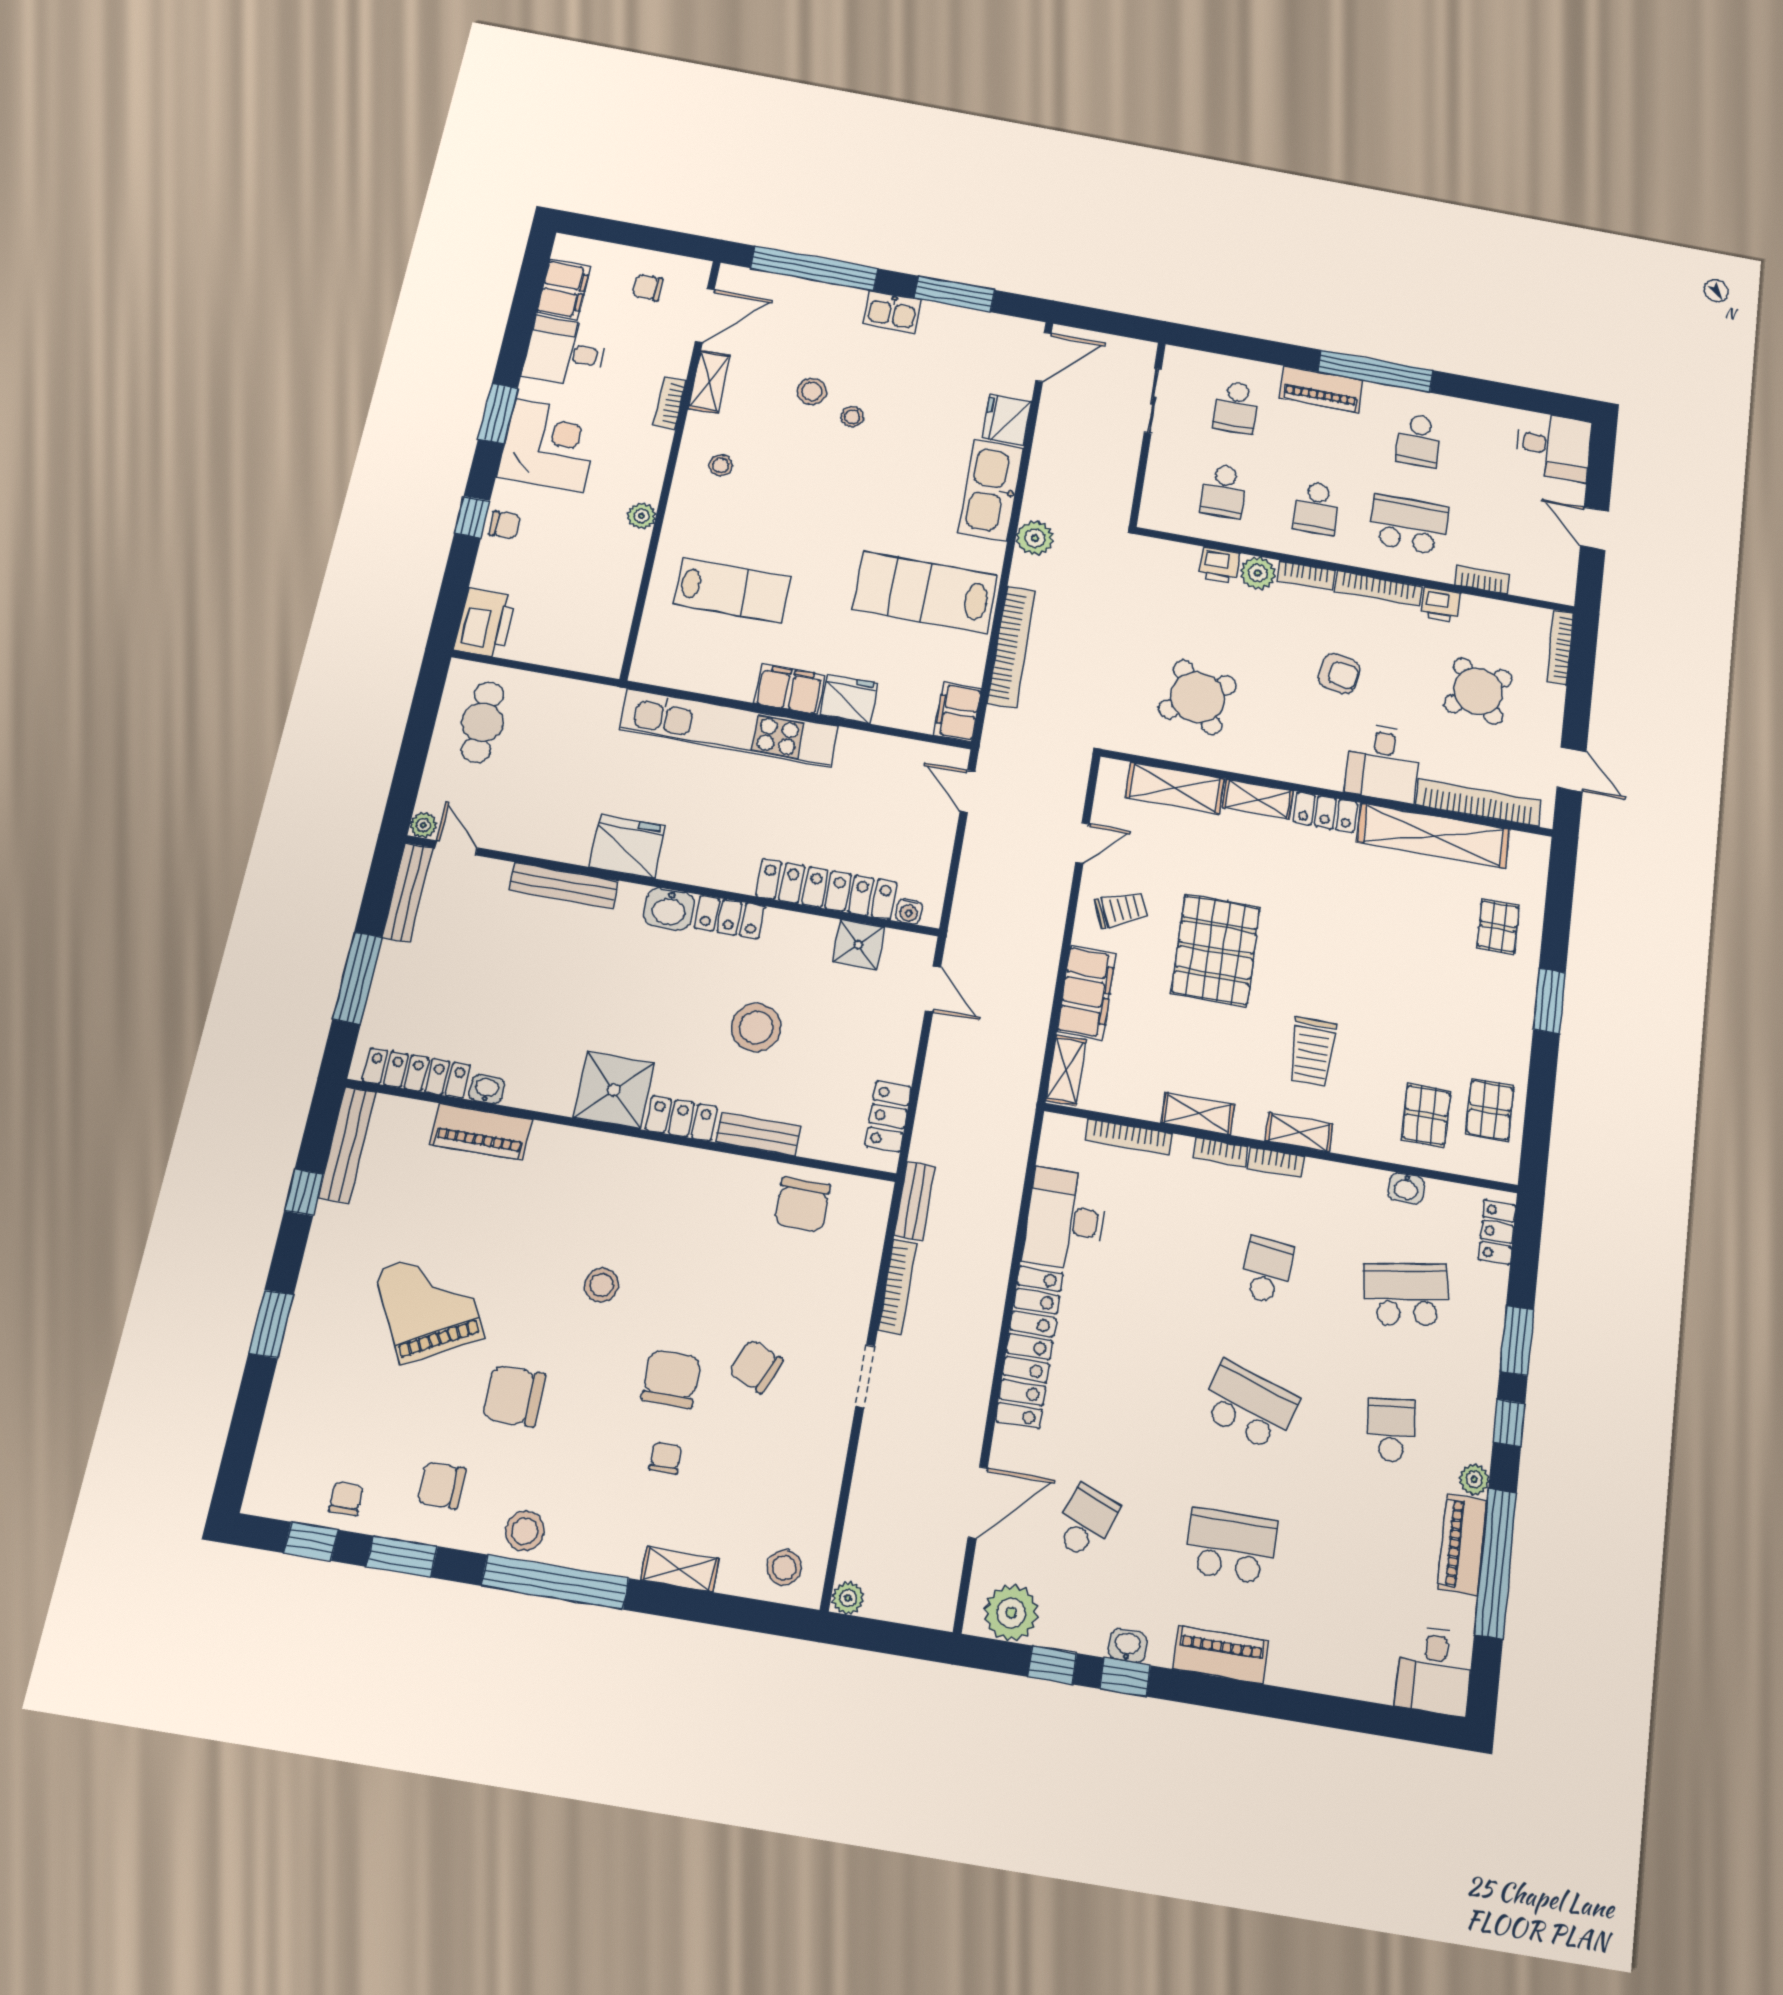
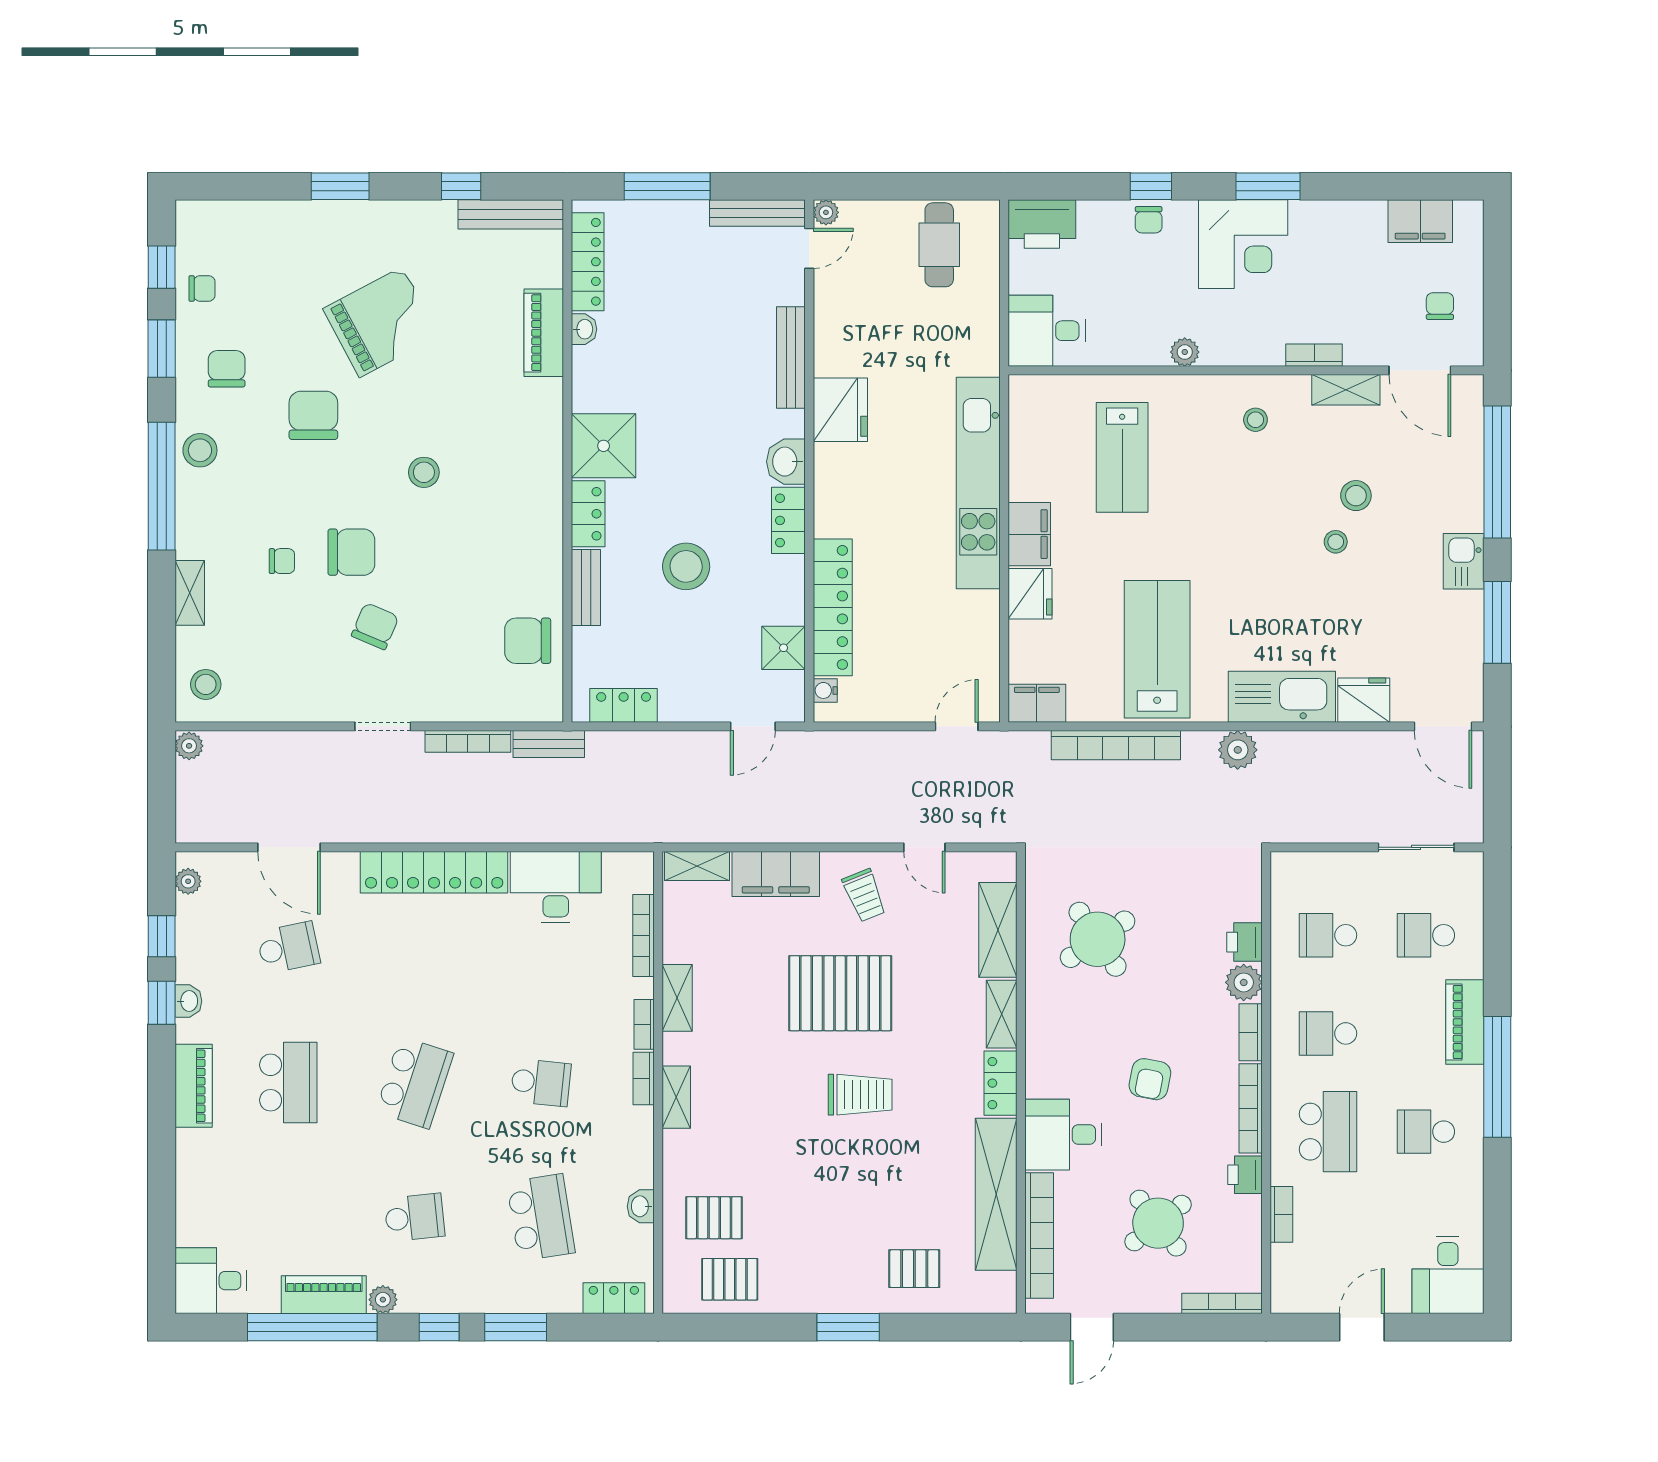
desk: (565, 352) -> (1047, 331), moved, turned -90
cafe table: (483, 722) -> (939, 245), turned 90
trolley: (1312, 1052) -> (860, 1095), moved, turned 180
school desk: (1086, 1522) -> (288, 948), turned -33
plant: (1011, 1613) -> (188, 881), width x0.53, depth x0.53

